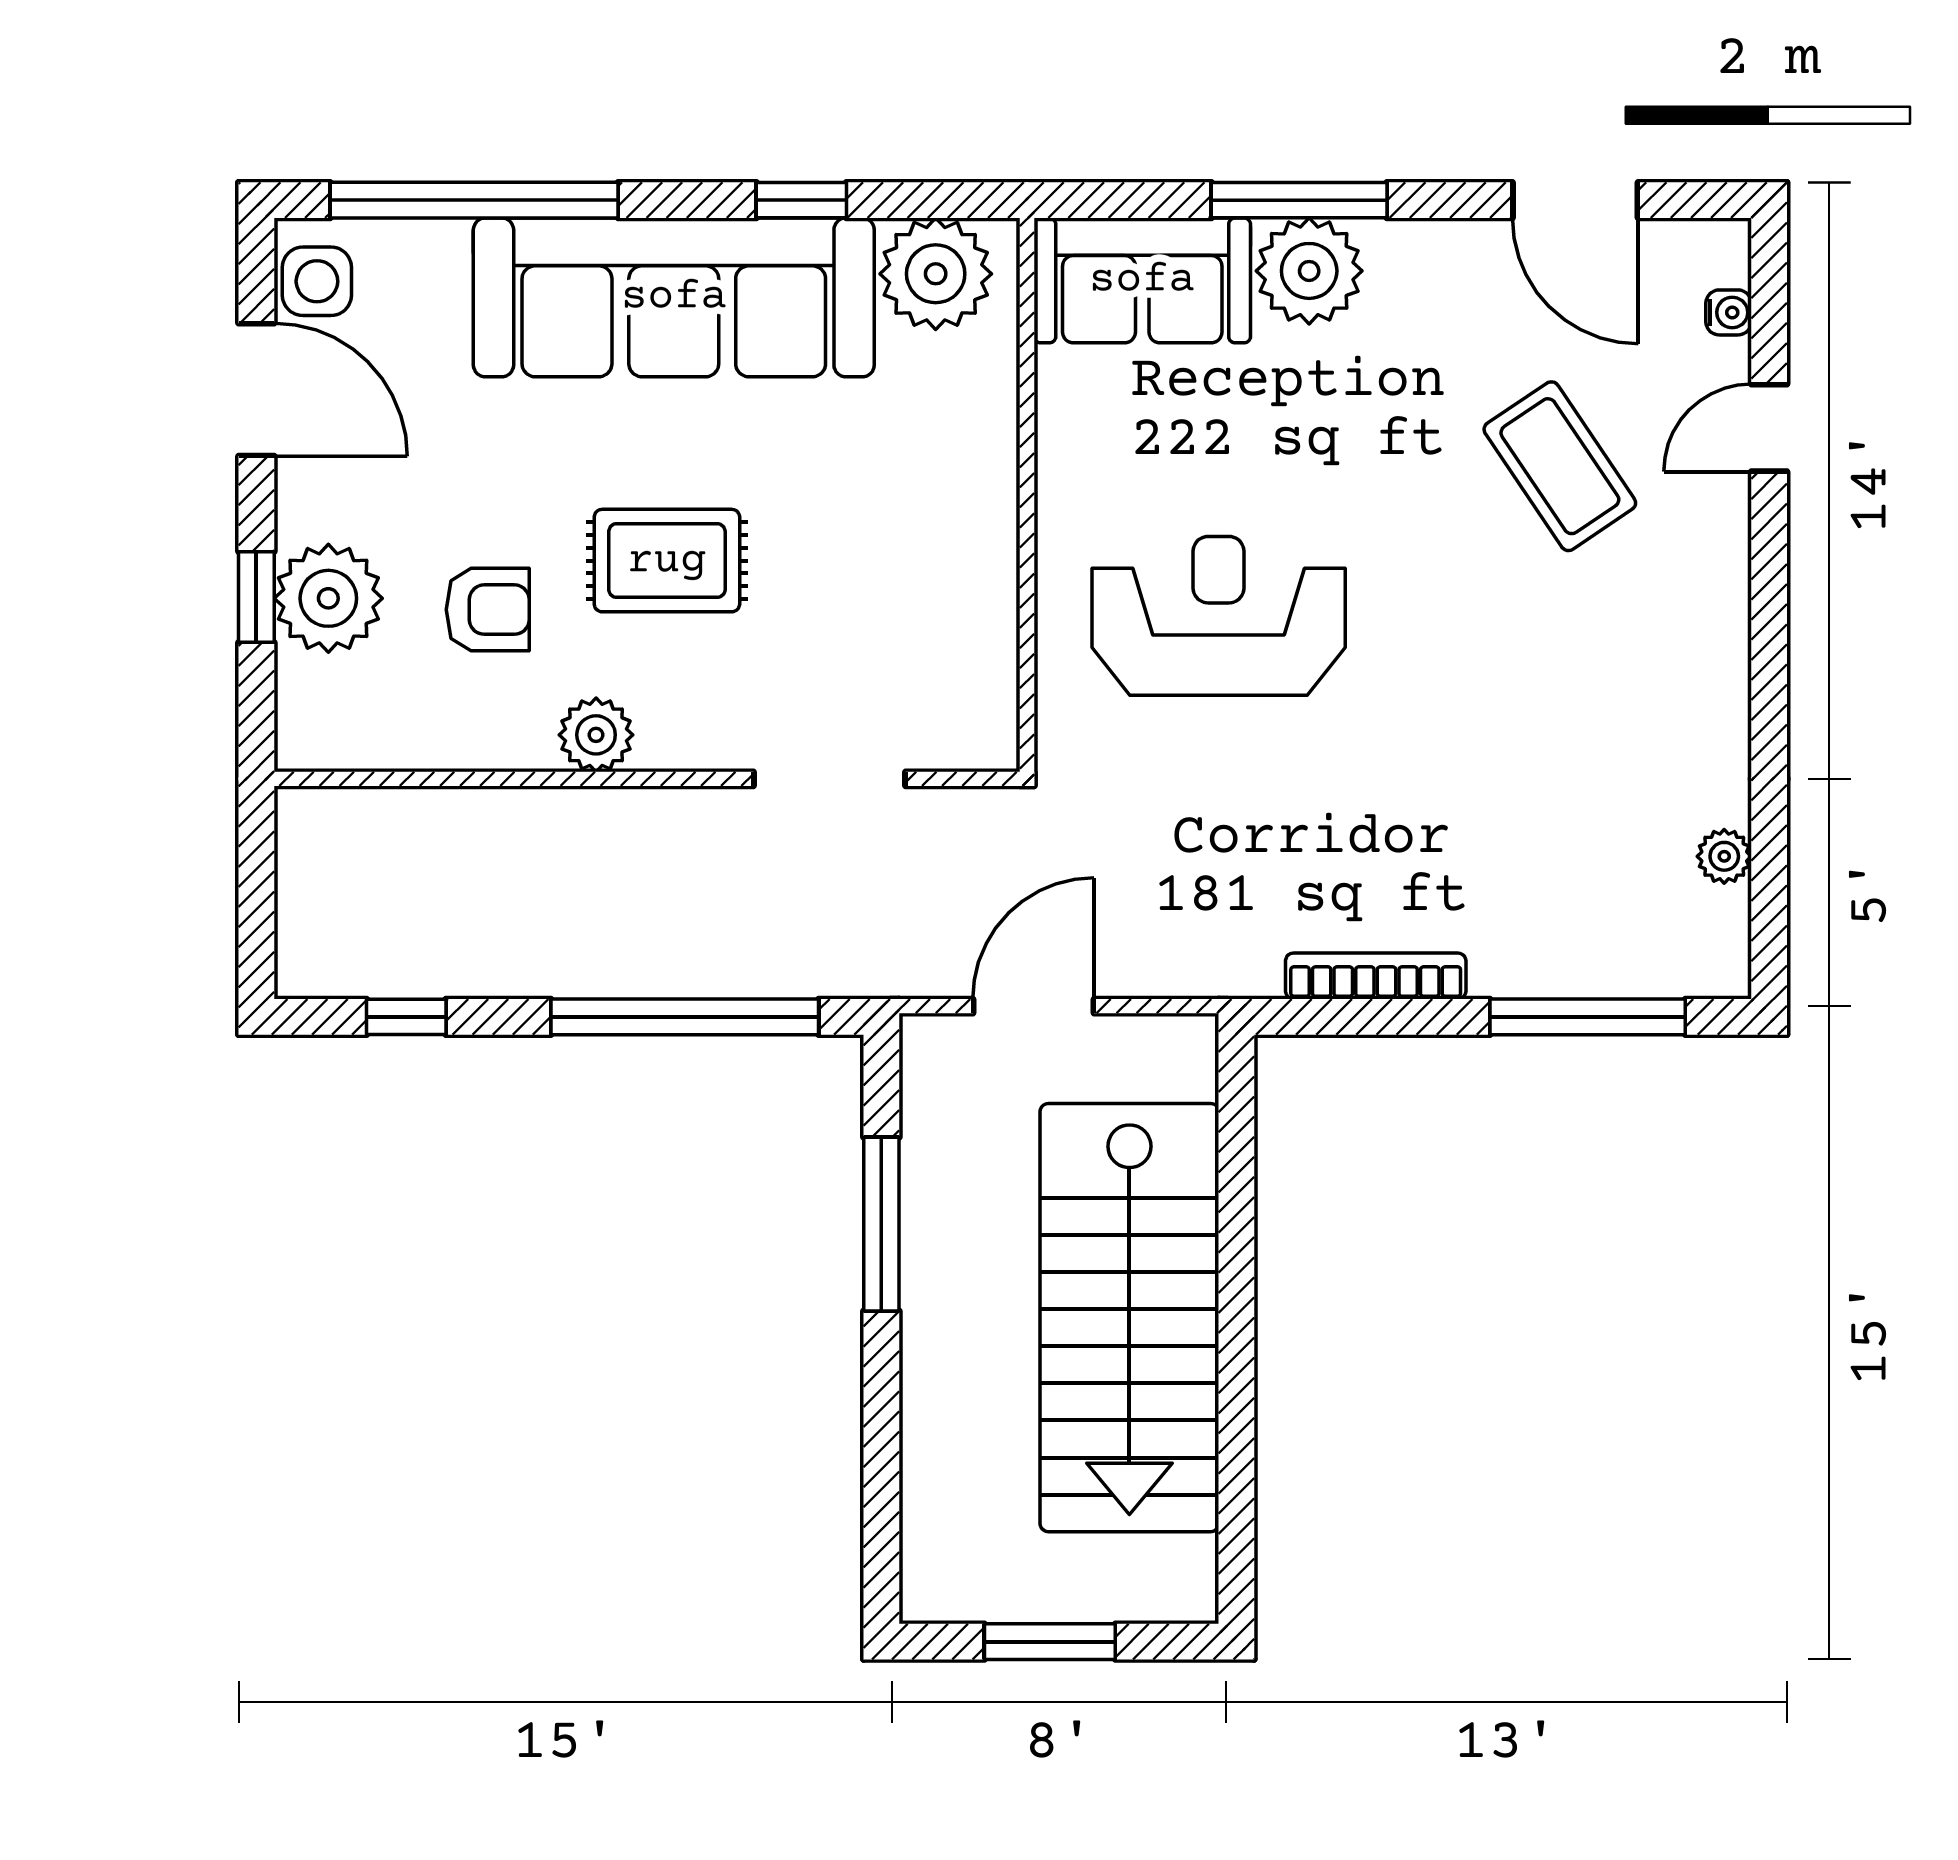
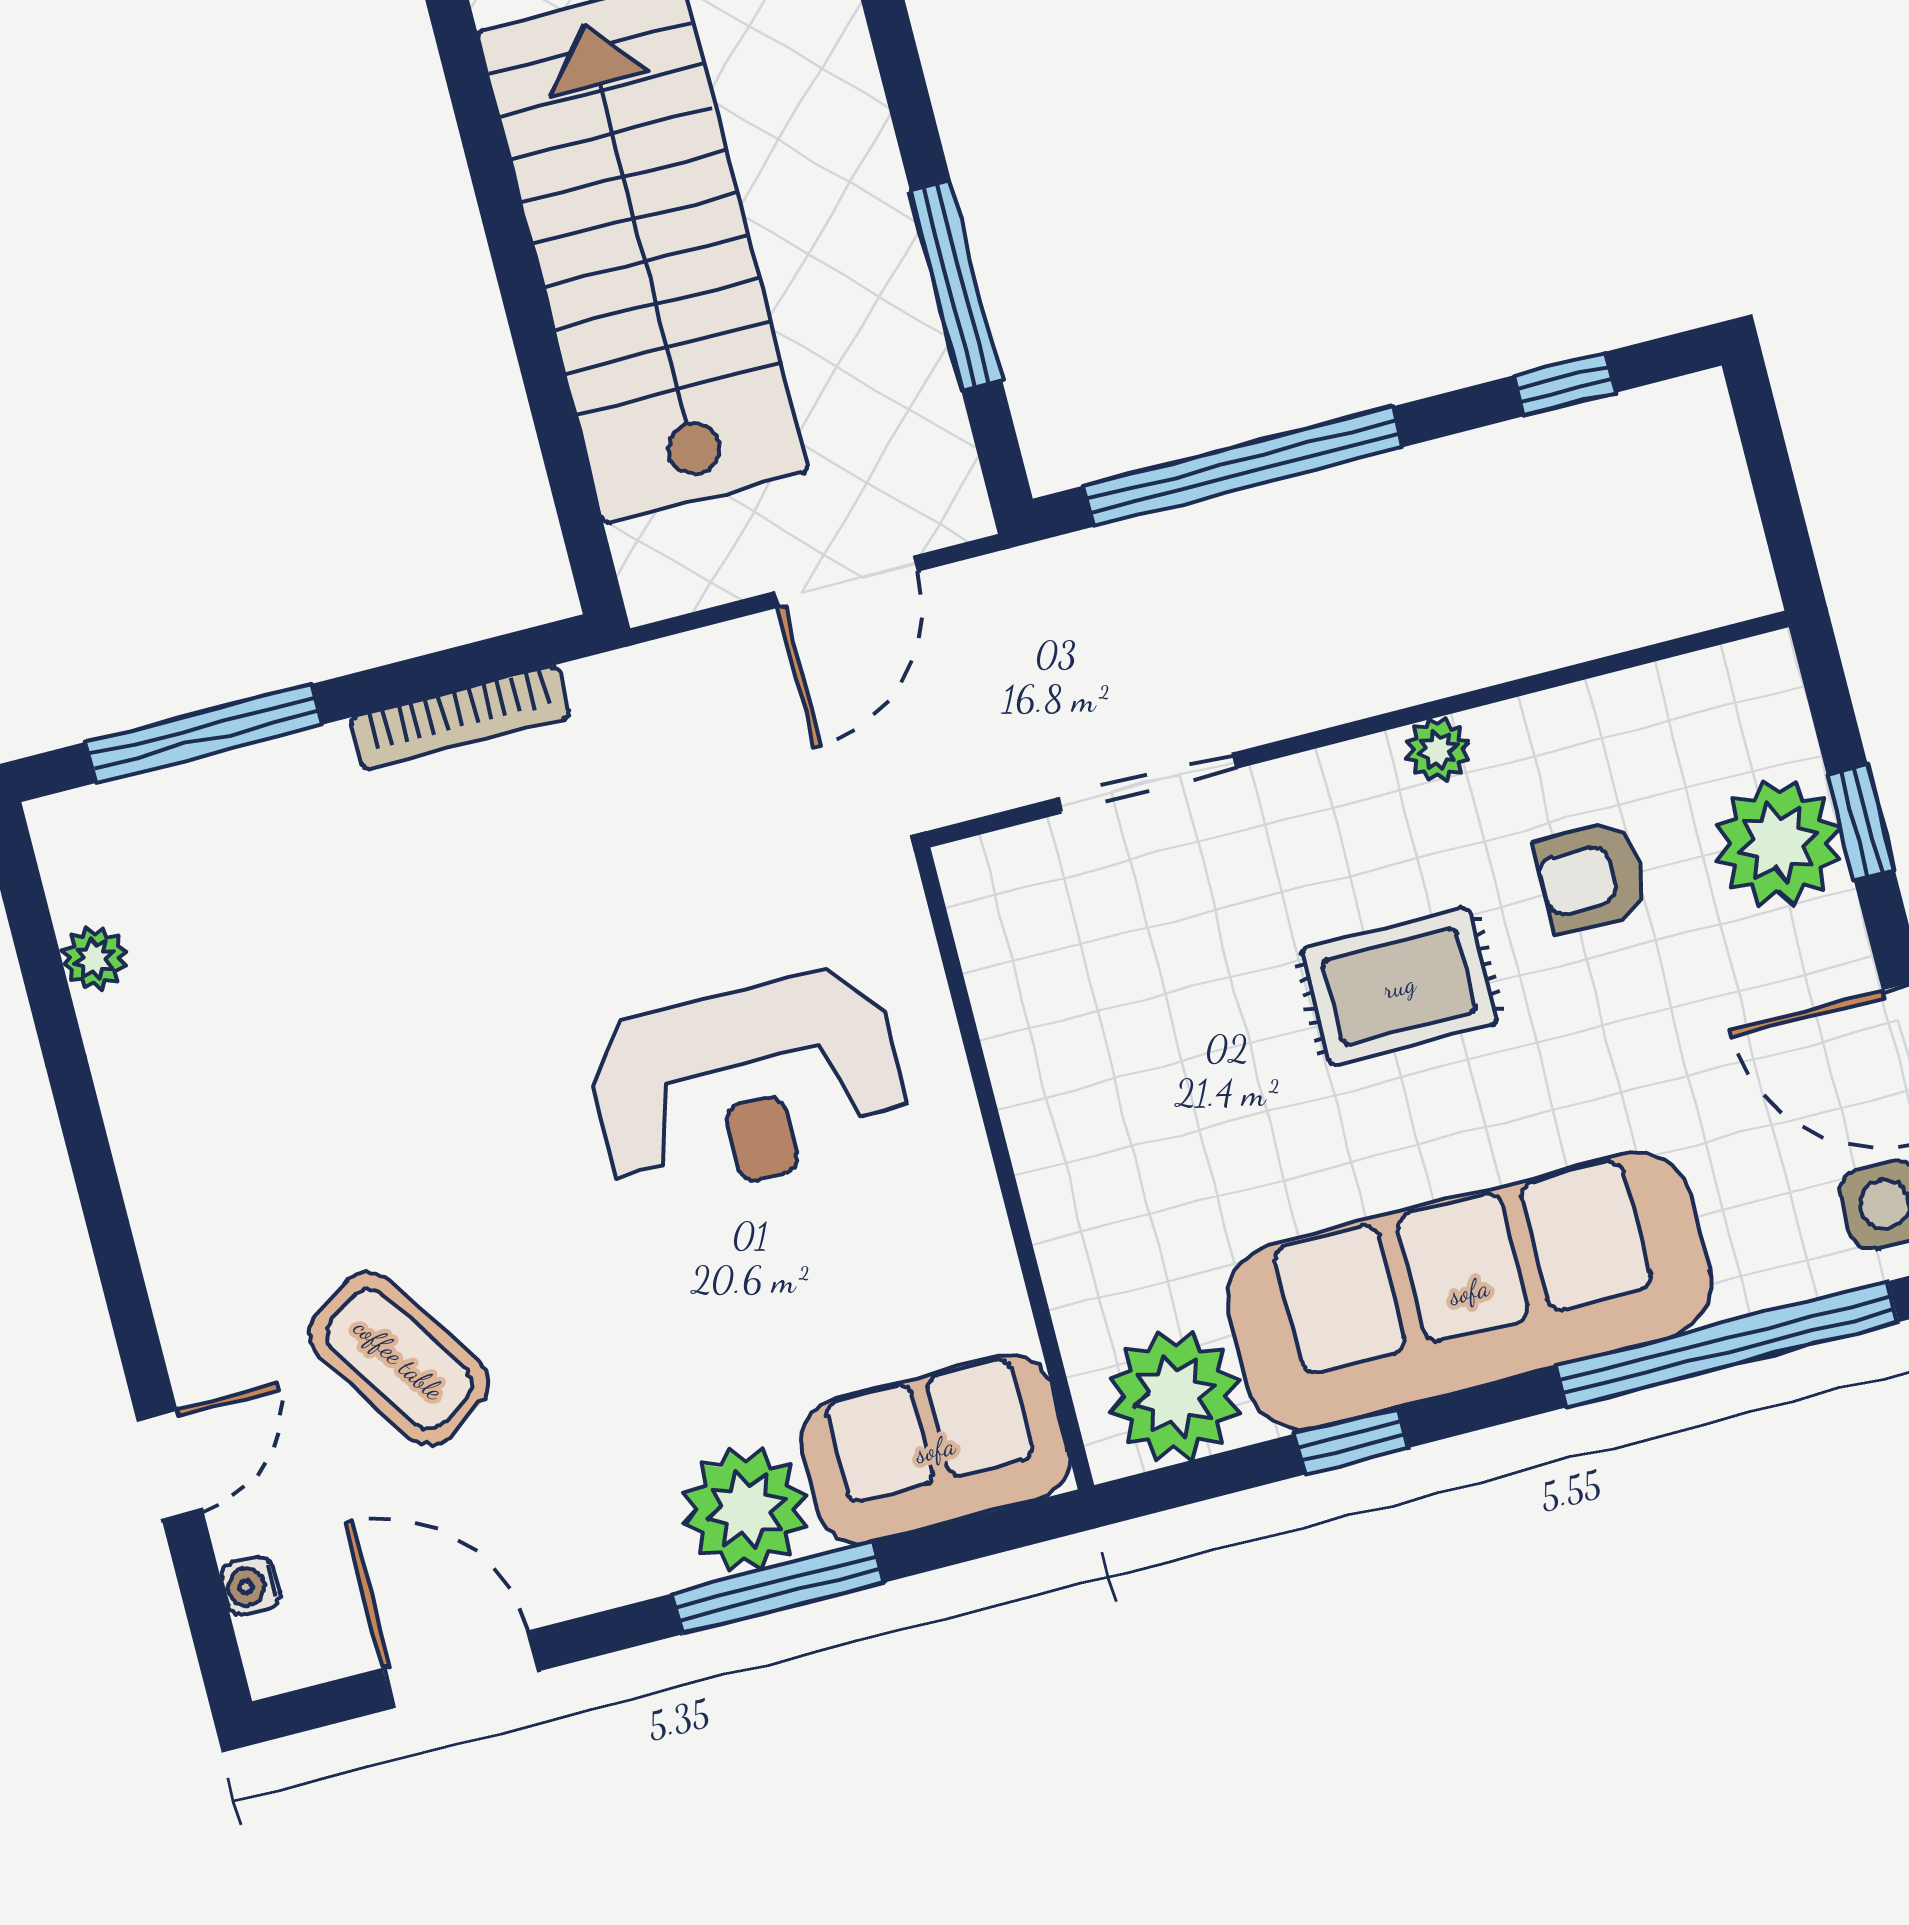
plant: (596, 735) -> (1438, 750), width x0.73, depth x0.73

